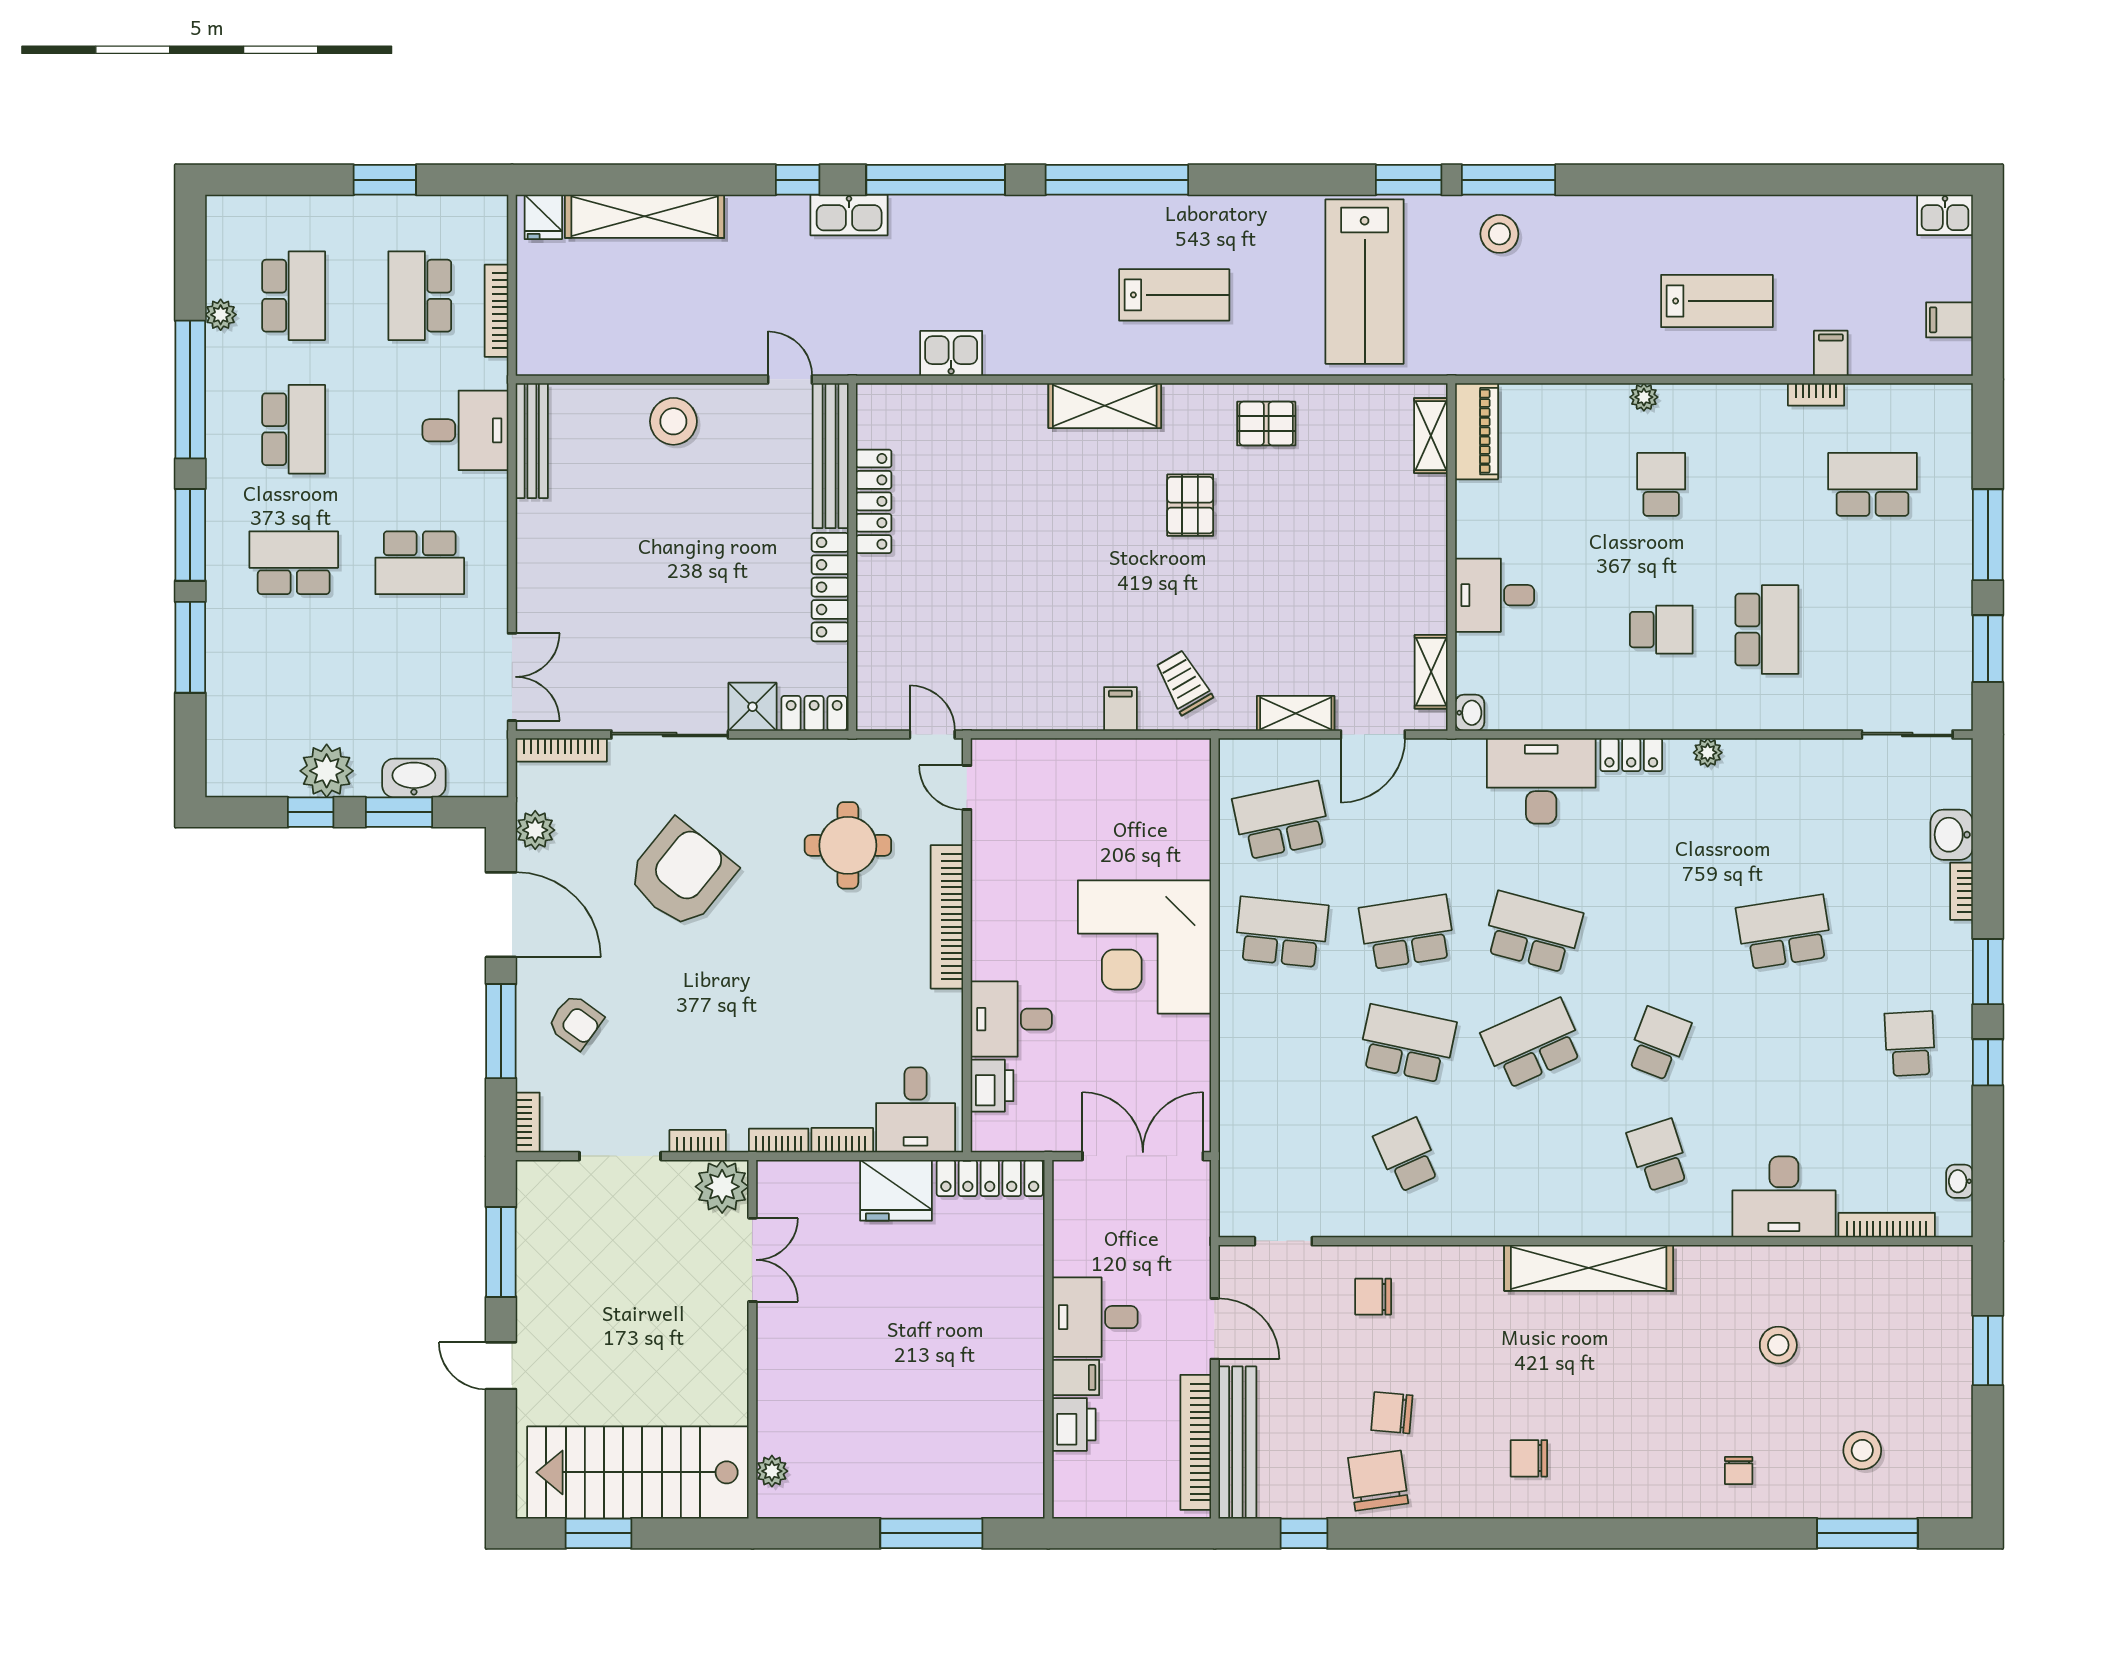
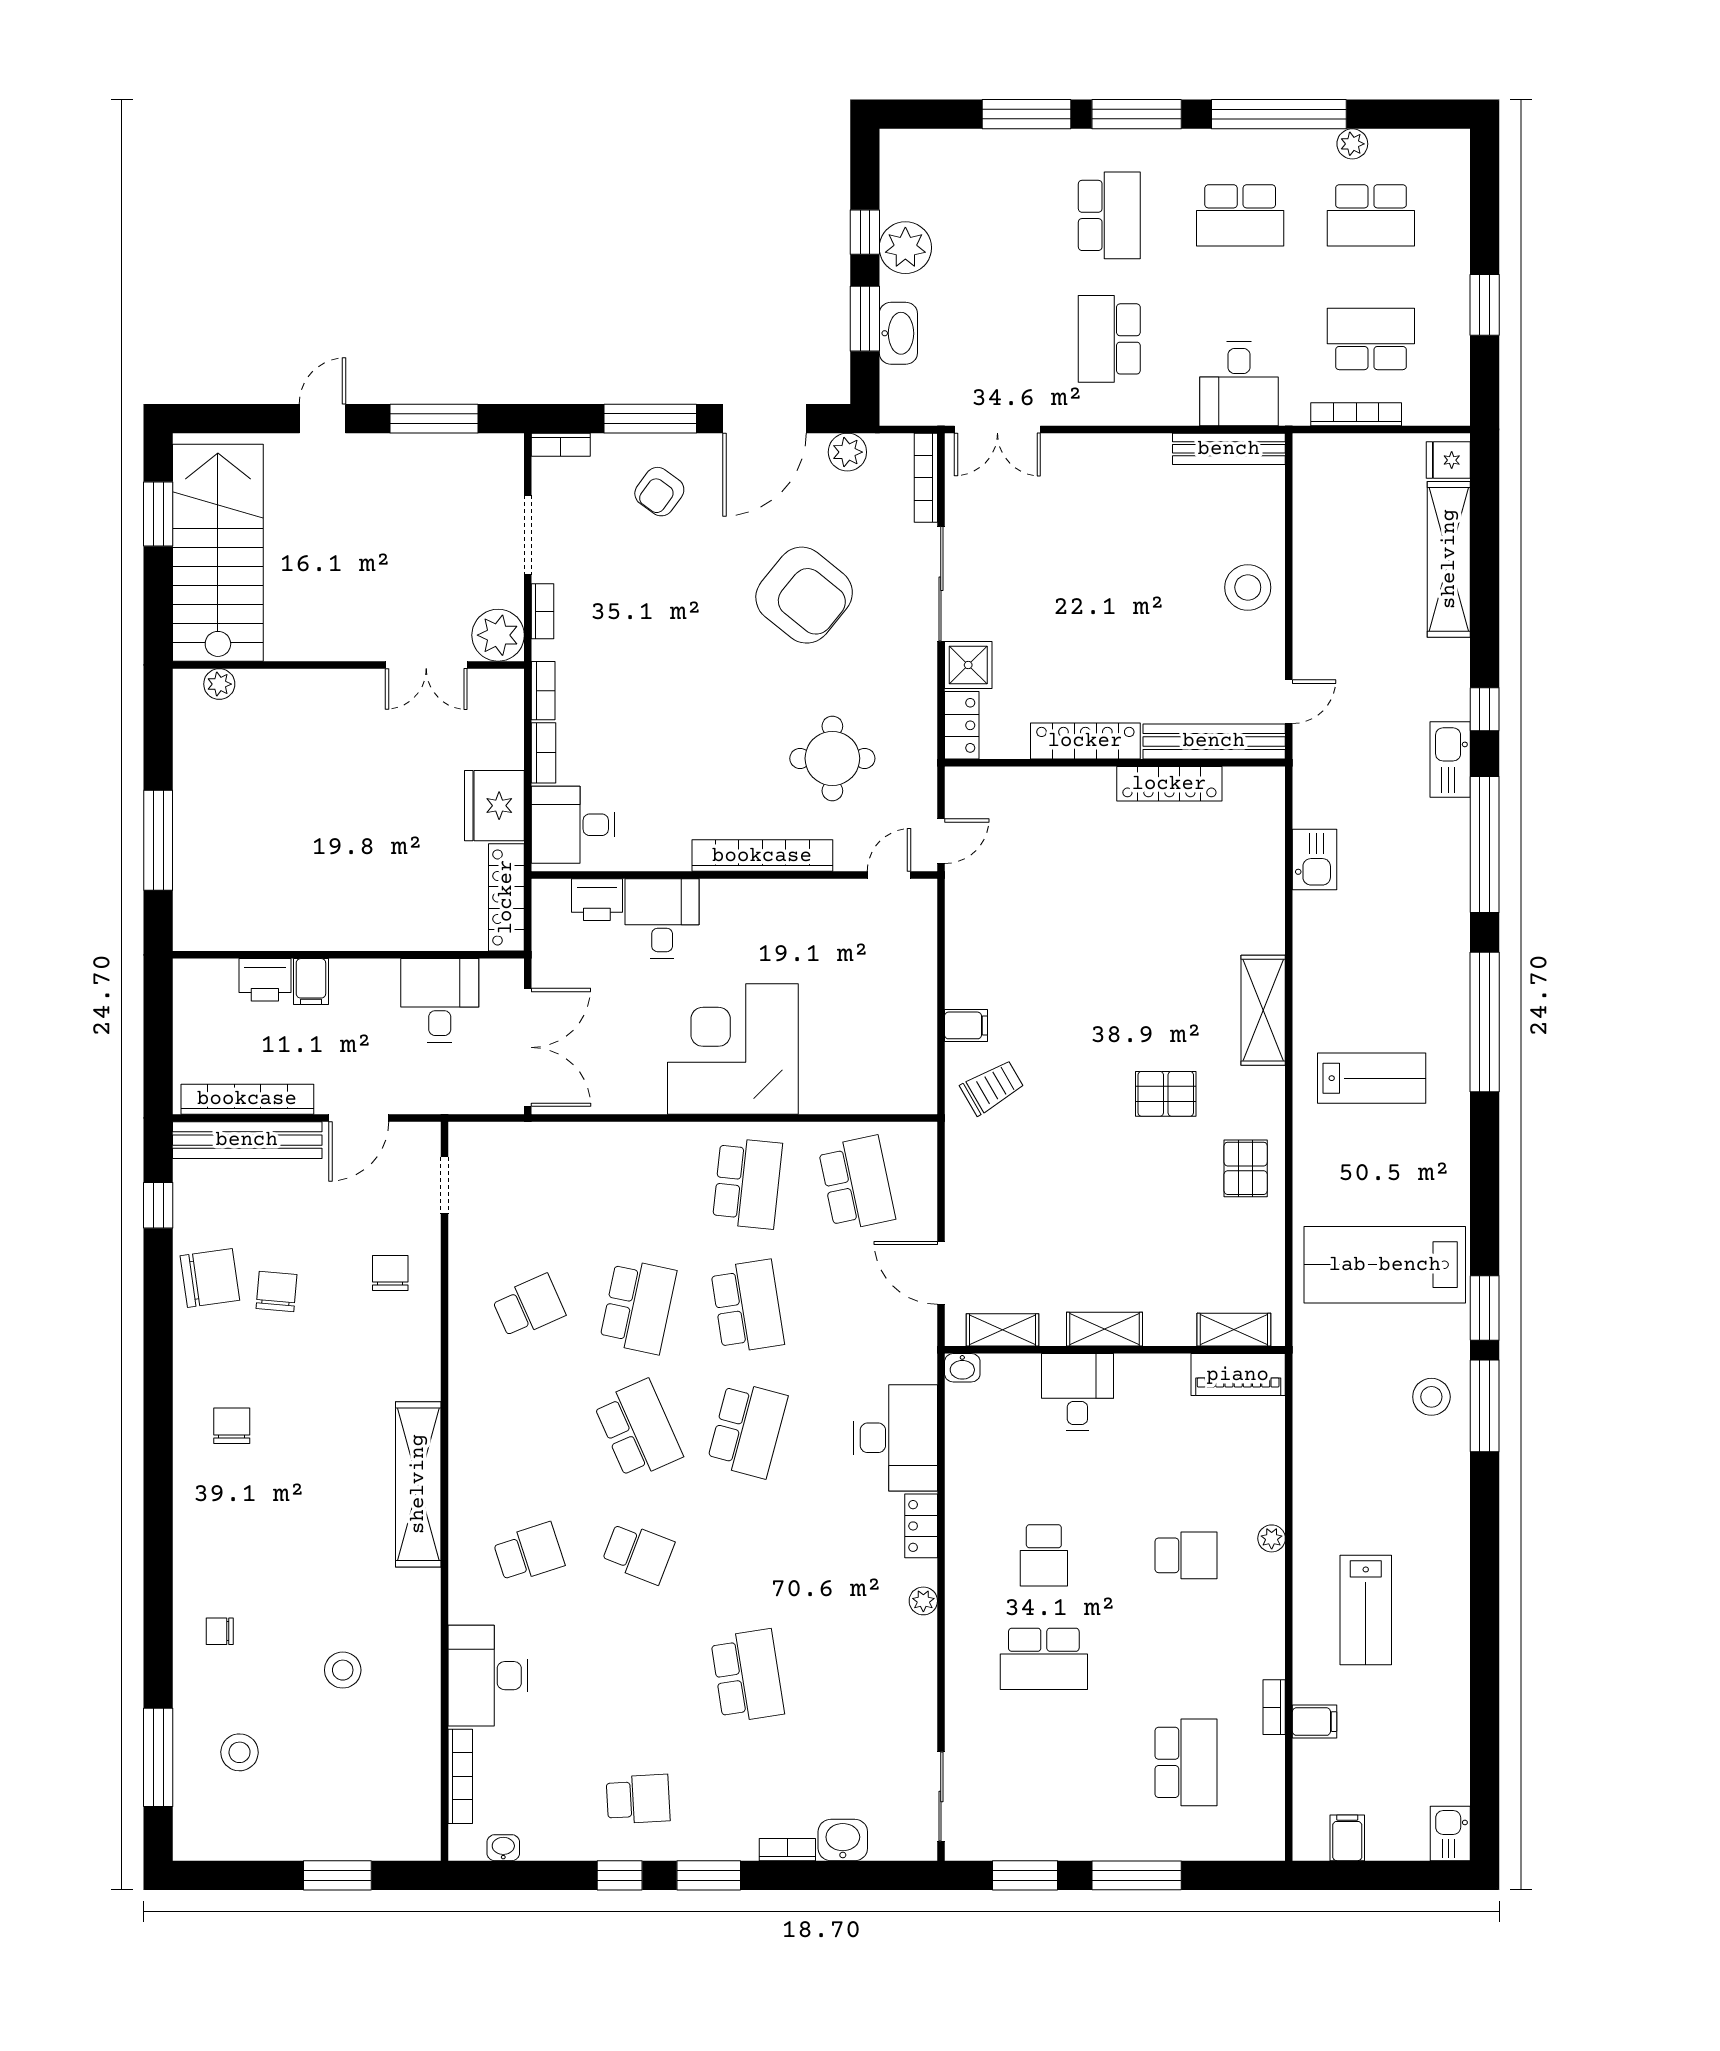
lab bench: (1174, 295) -> (1372, 1078), turned -90
shelving: (1296, 713) -> (1105, 1329), moved, turned 90
desk: (1095, 1317) -> (440, 1000), moved

